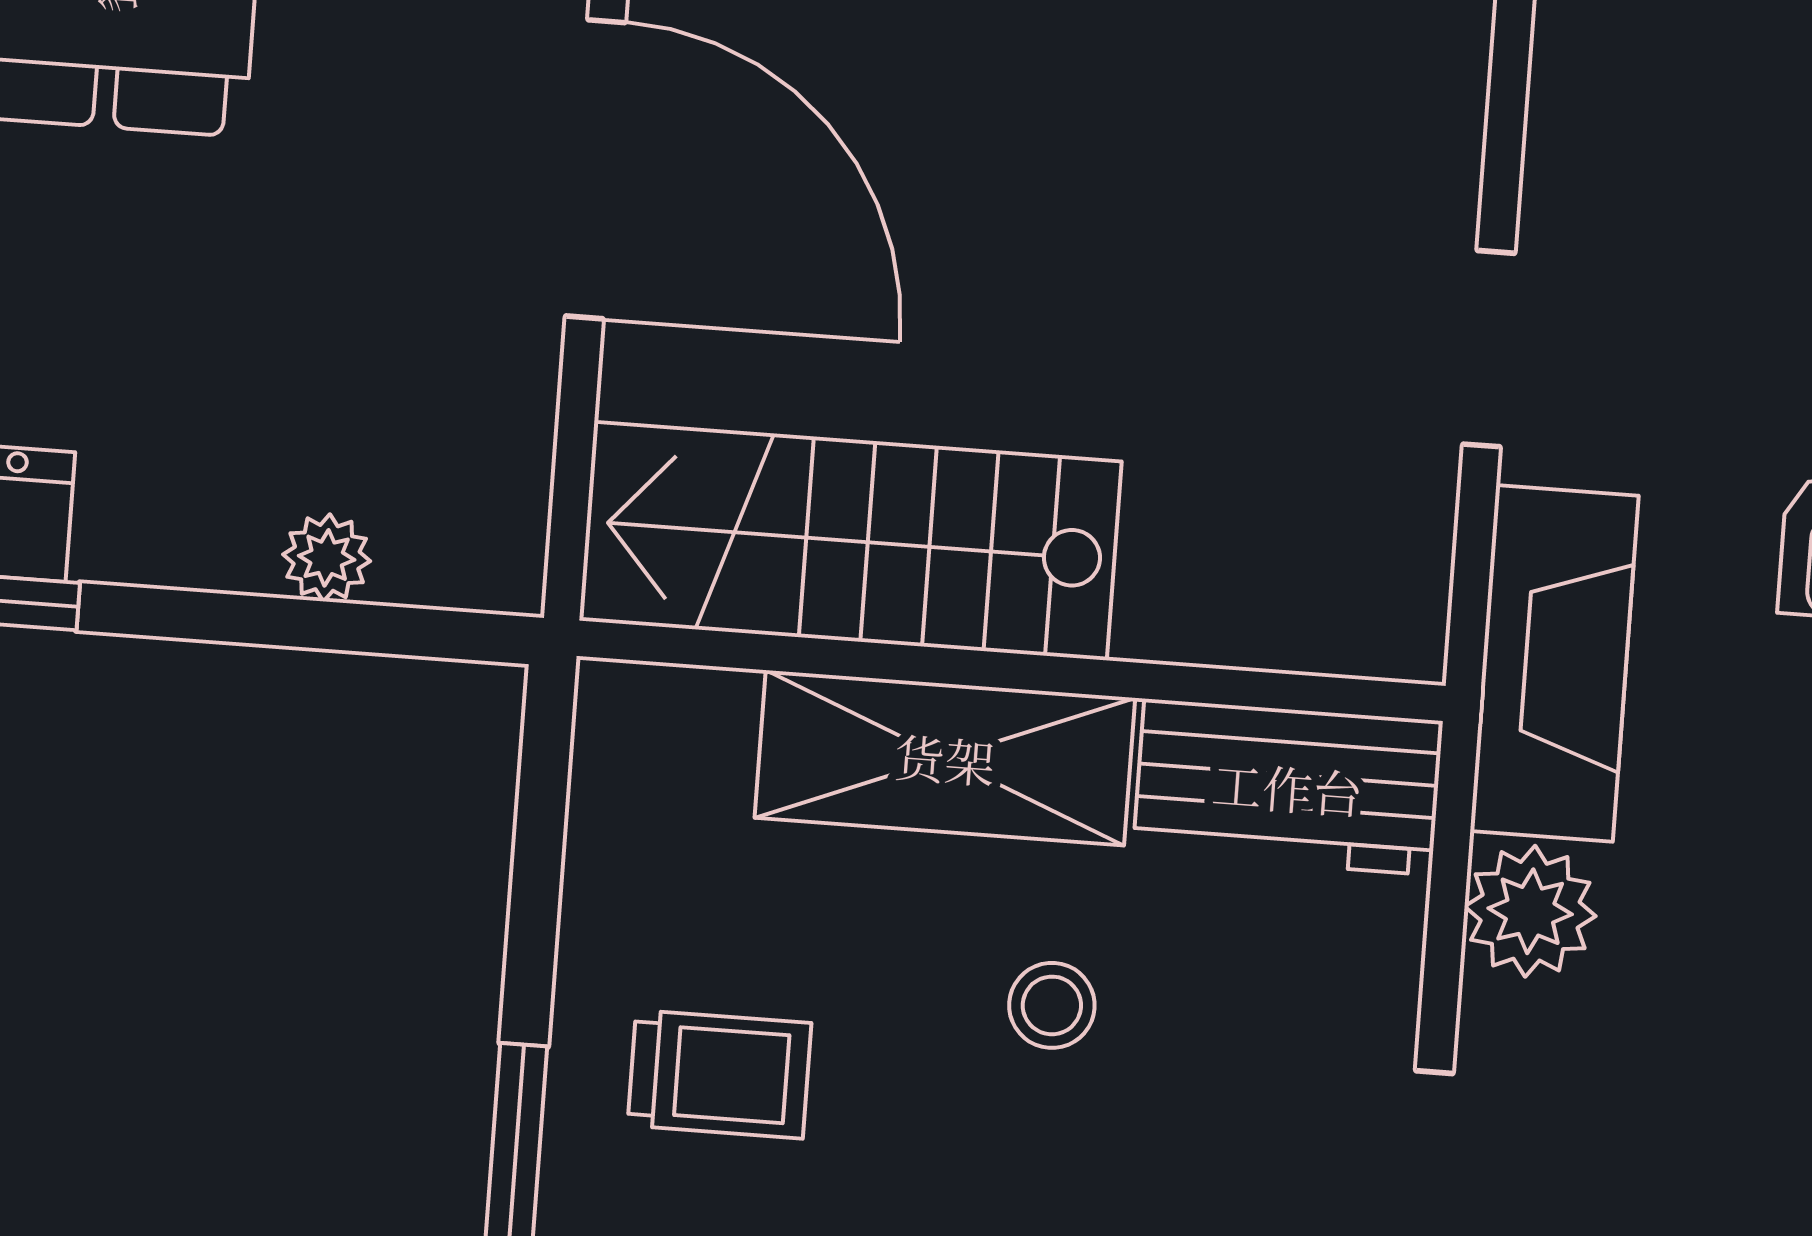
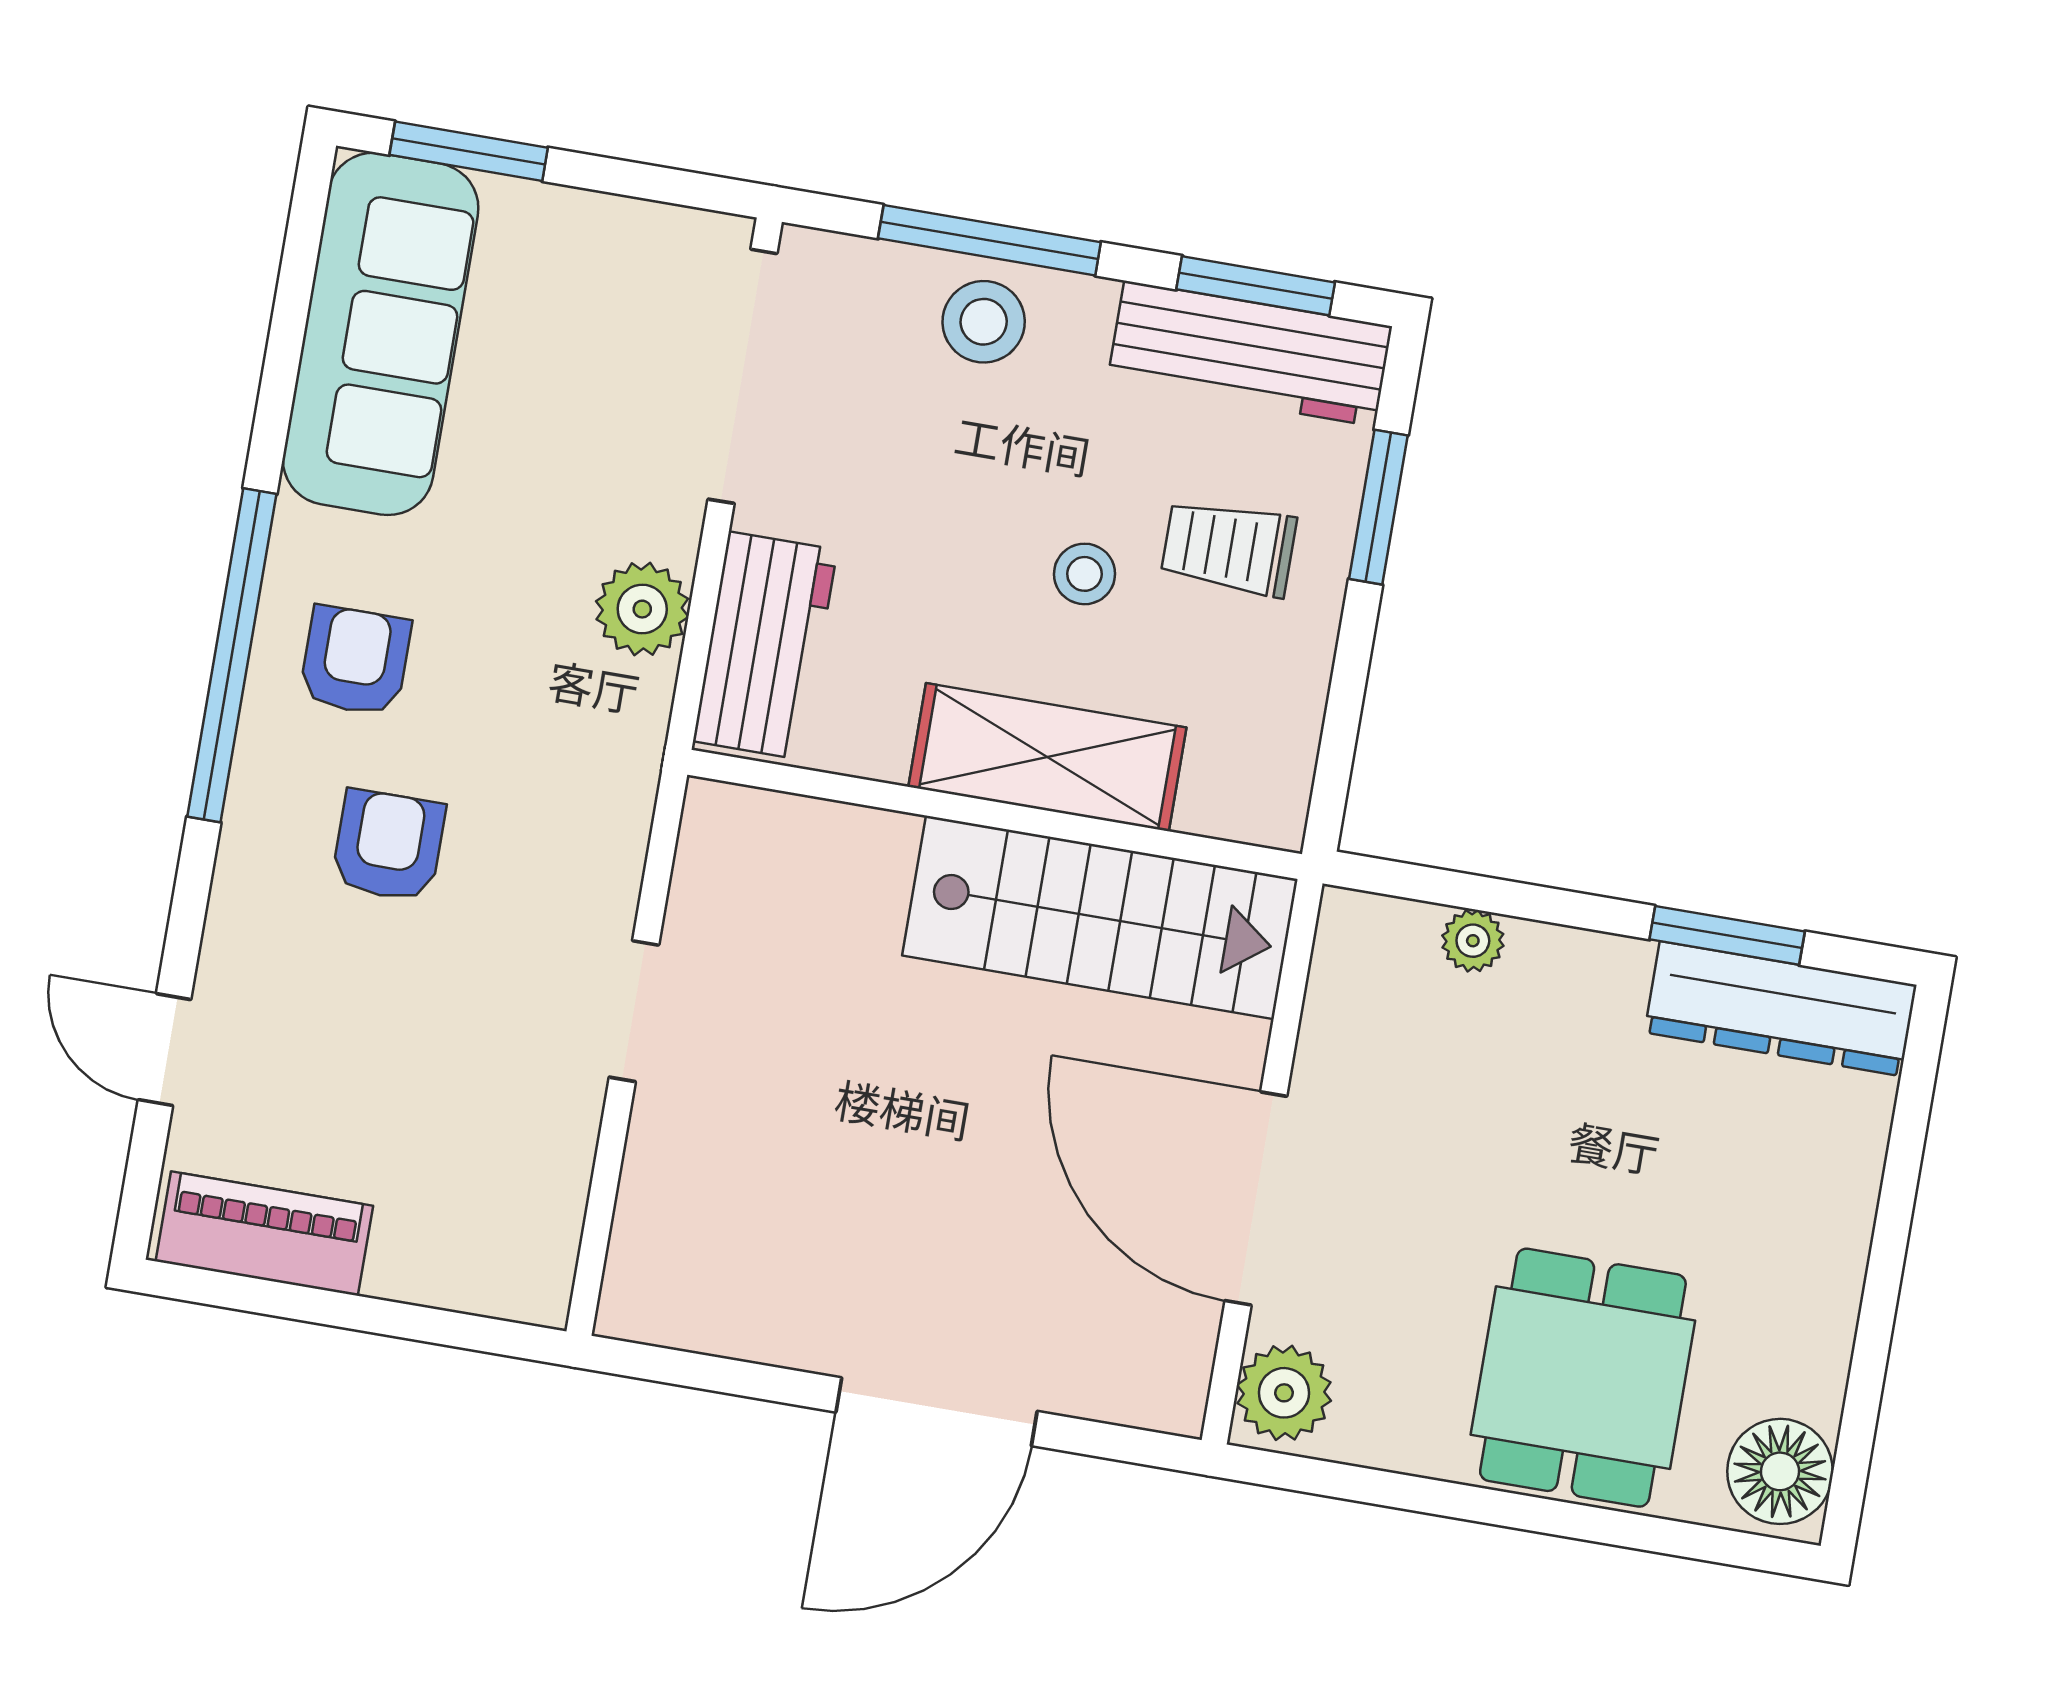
fireplace: (1554, 663) -> (608, 783), removed
workbench: (1288, 787) -> (765, 646), moved, turned 90
stool: (1052, 1005) -> (1084, 574), moved

